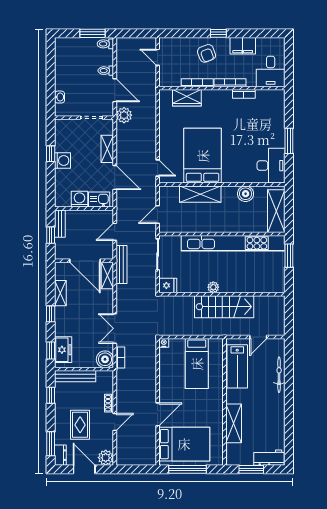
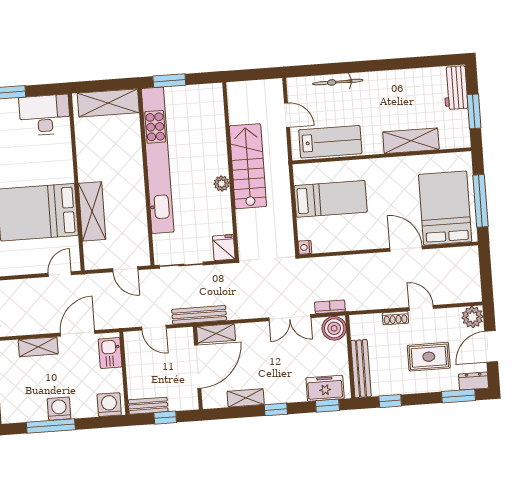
window: (51, 154) -> (51, 426), width x2.17
boiler: (246, 194) -> (87, 148), removed
washing machine: (79, 199) -> (109, 405), moved, turned 90

